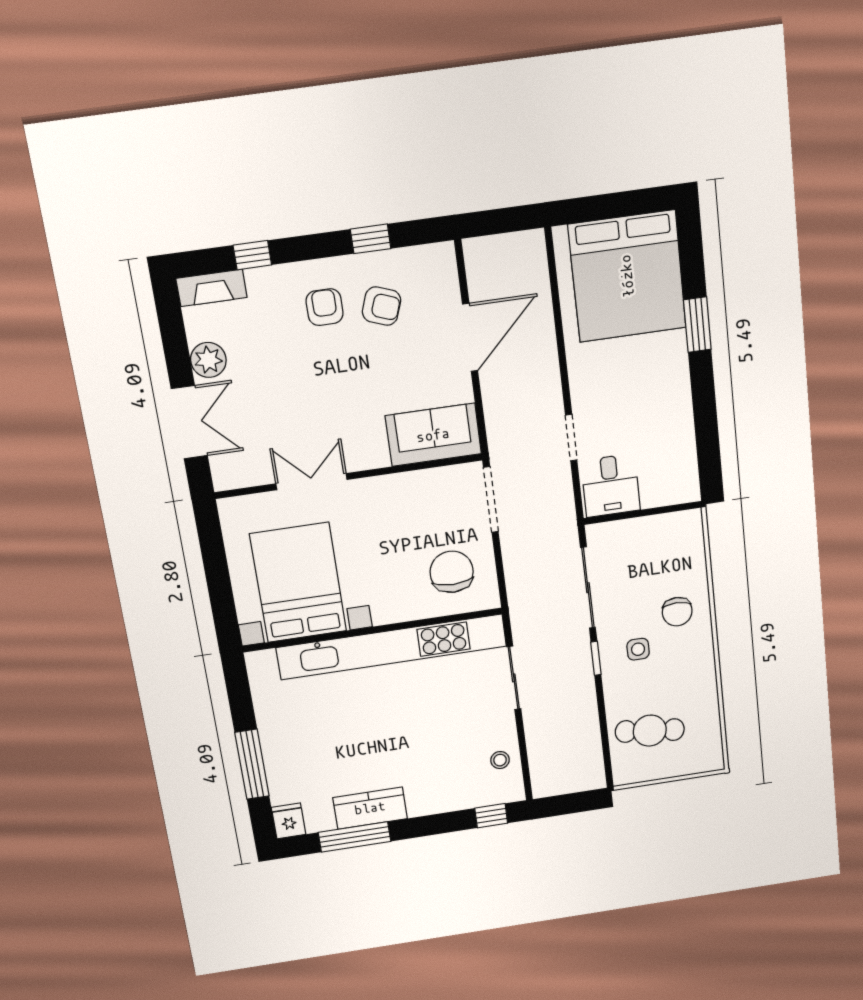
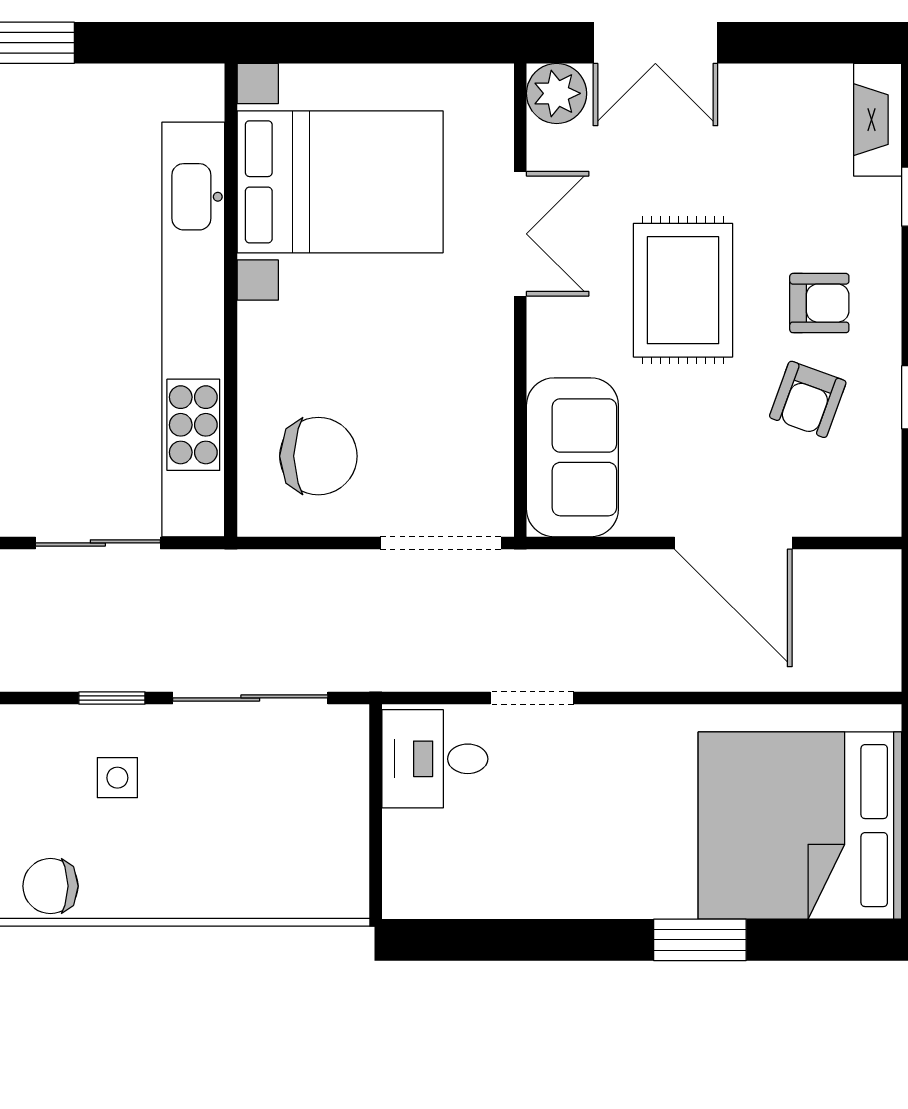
plant: (208, 360) -> (557, 93), moved
rug: (329, 386) -> (683, 290), added
chair: (677, 612) -> (50, 886), moved

